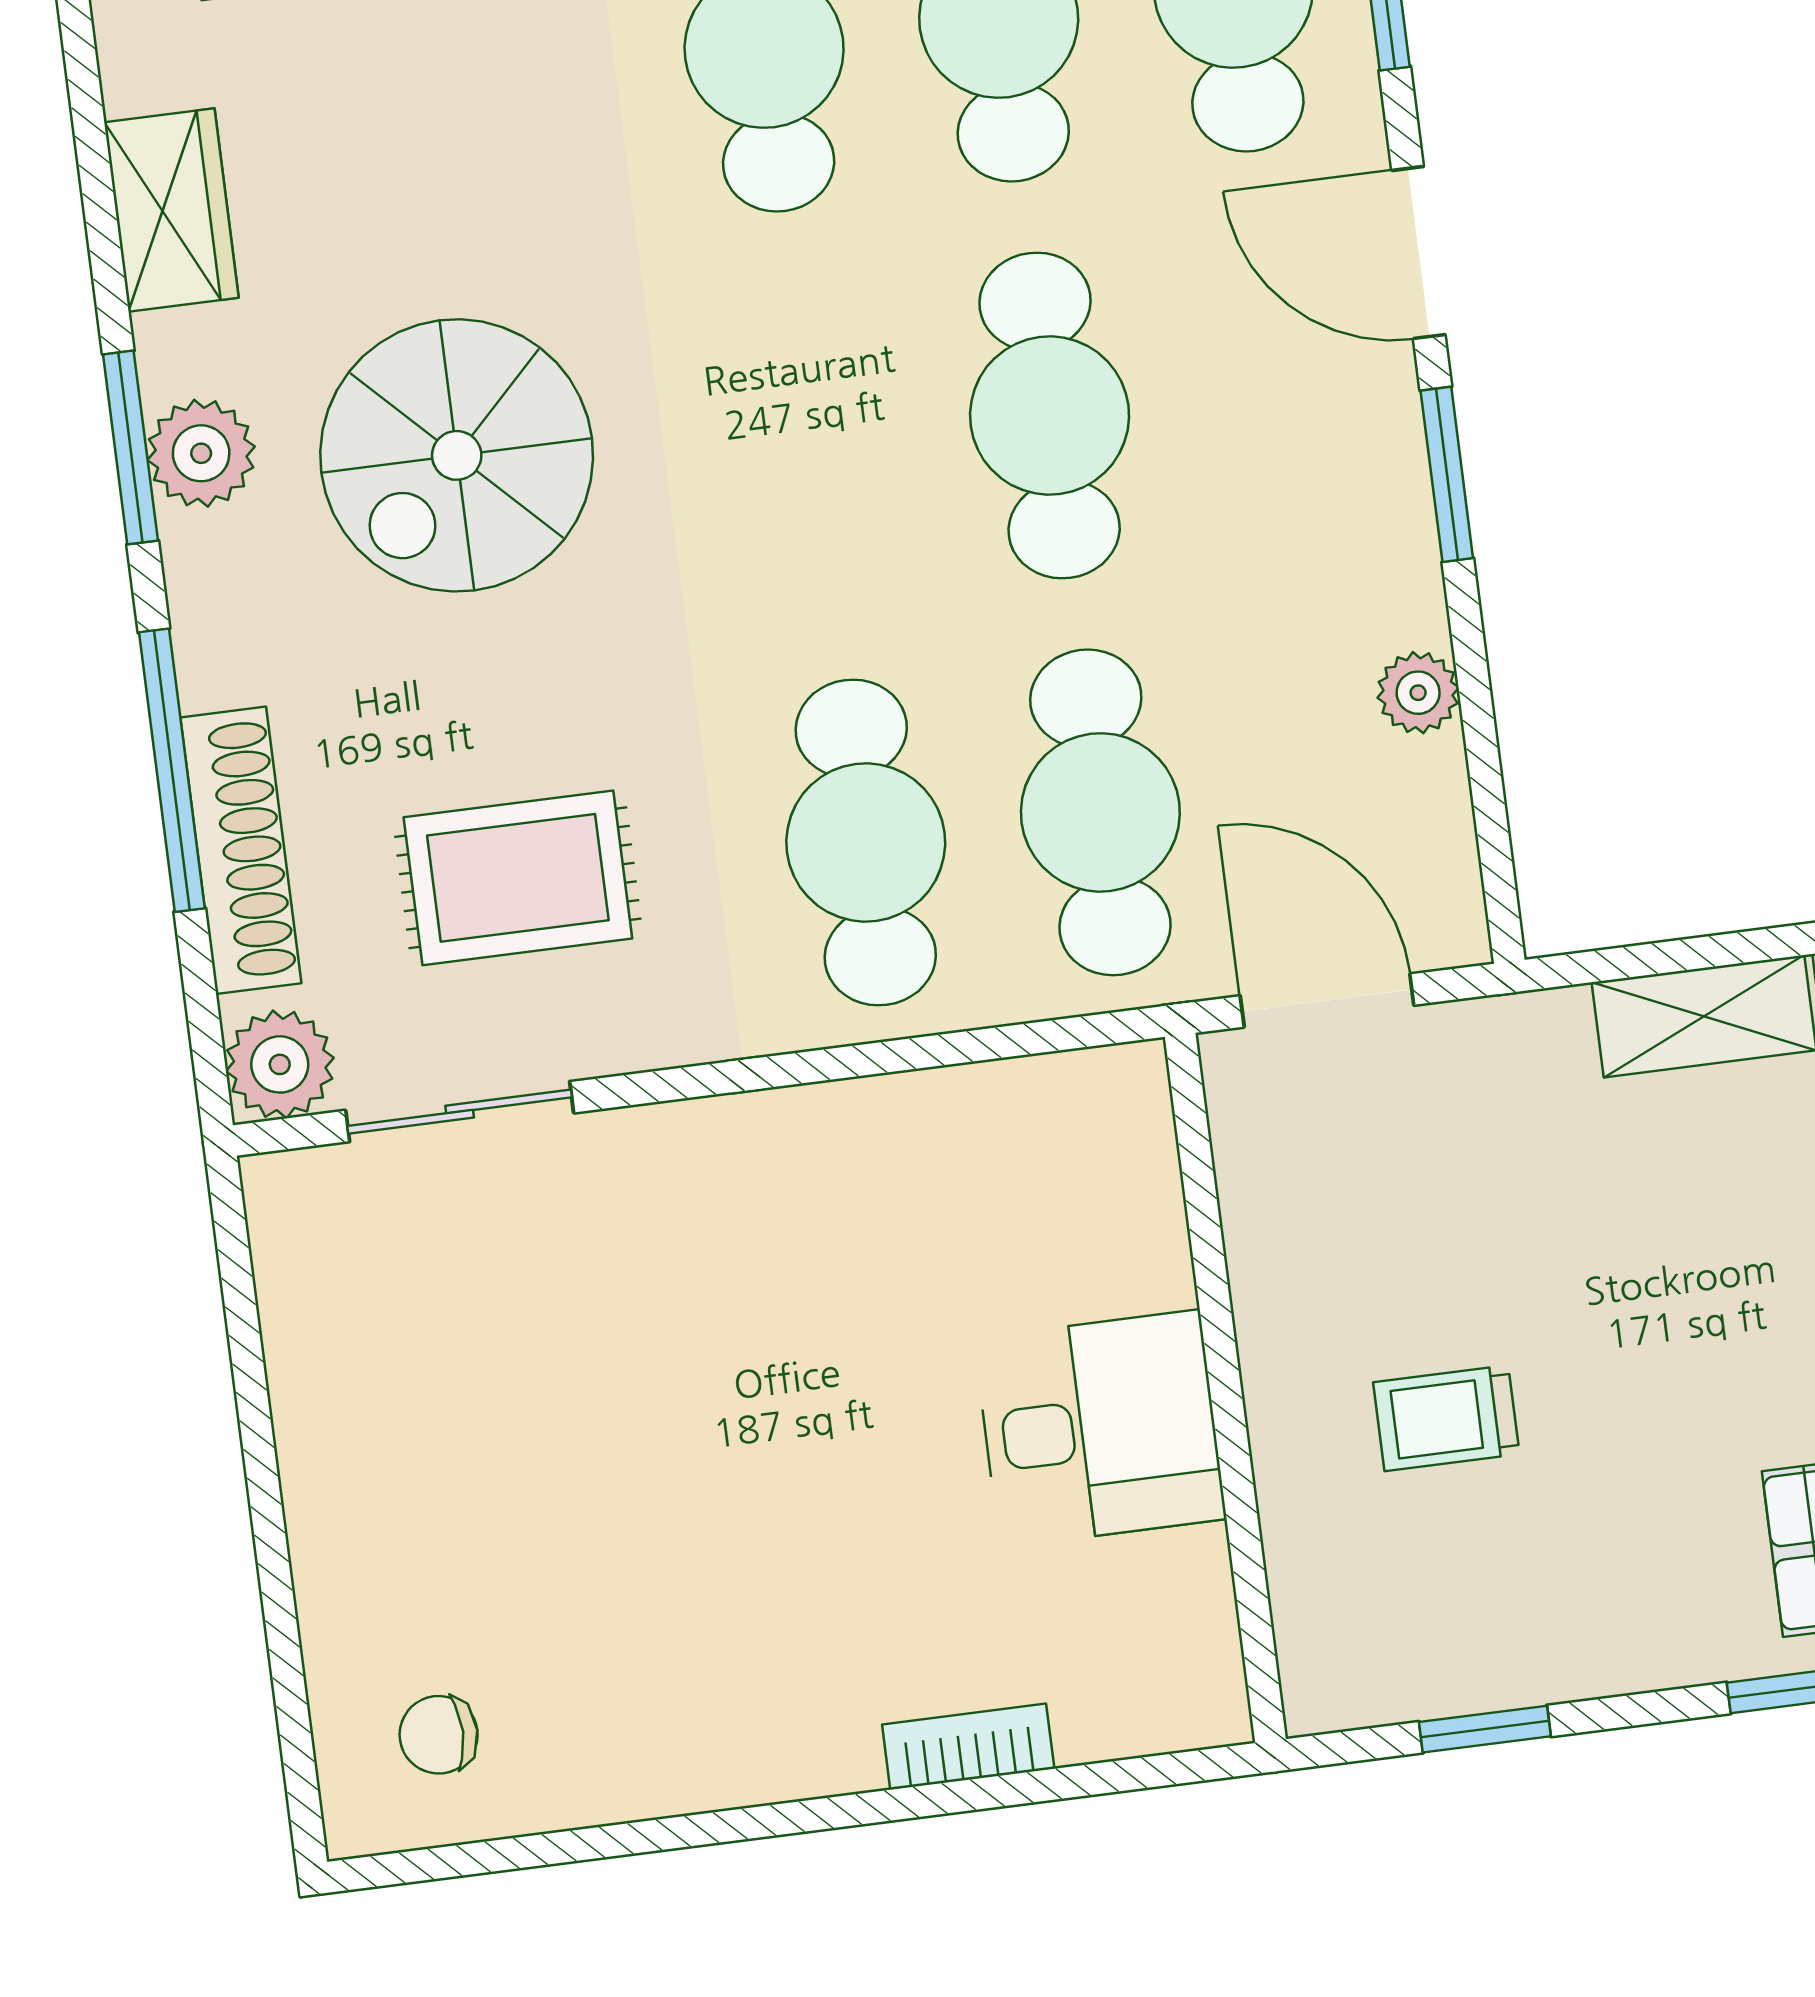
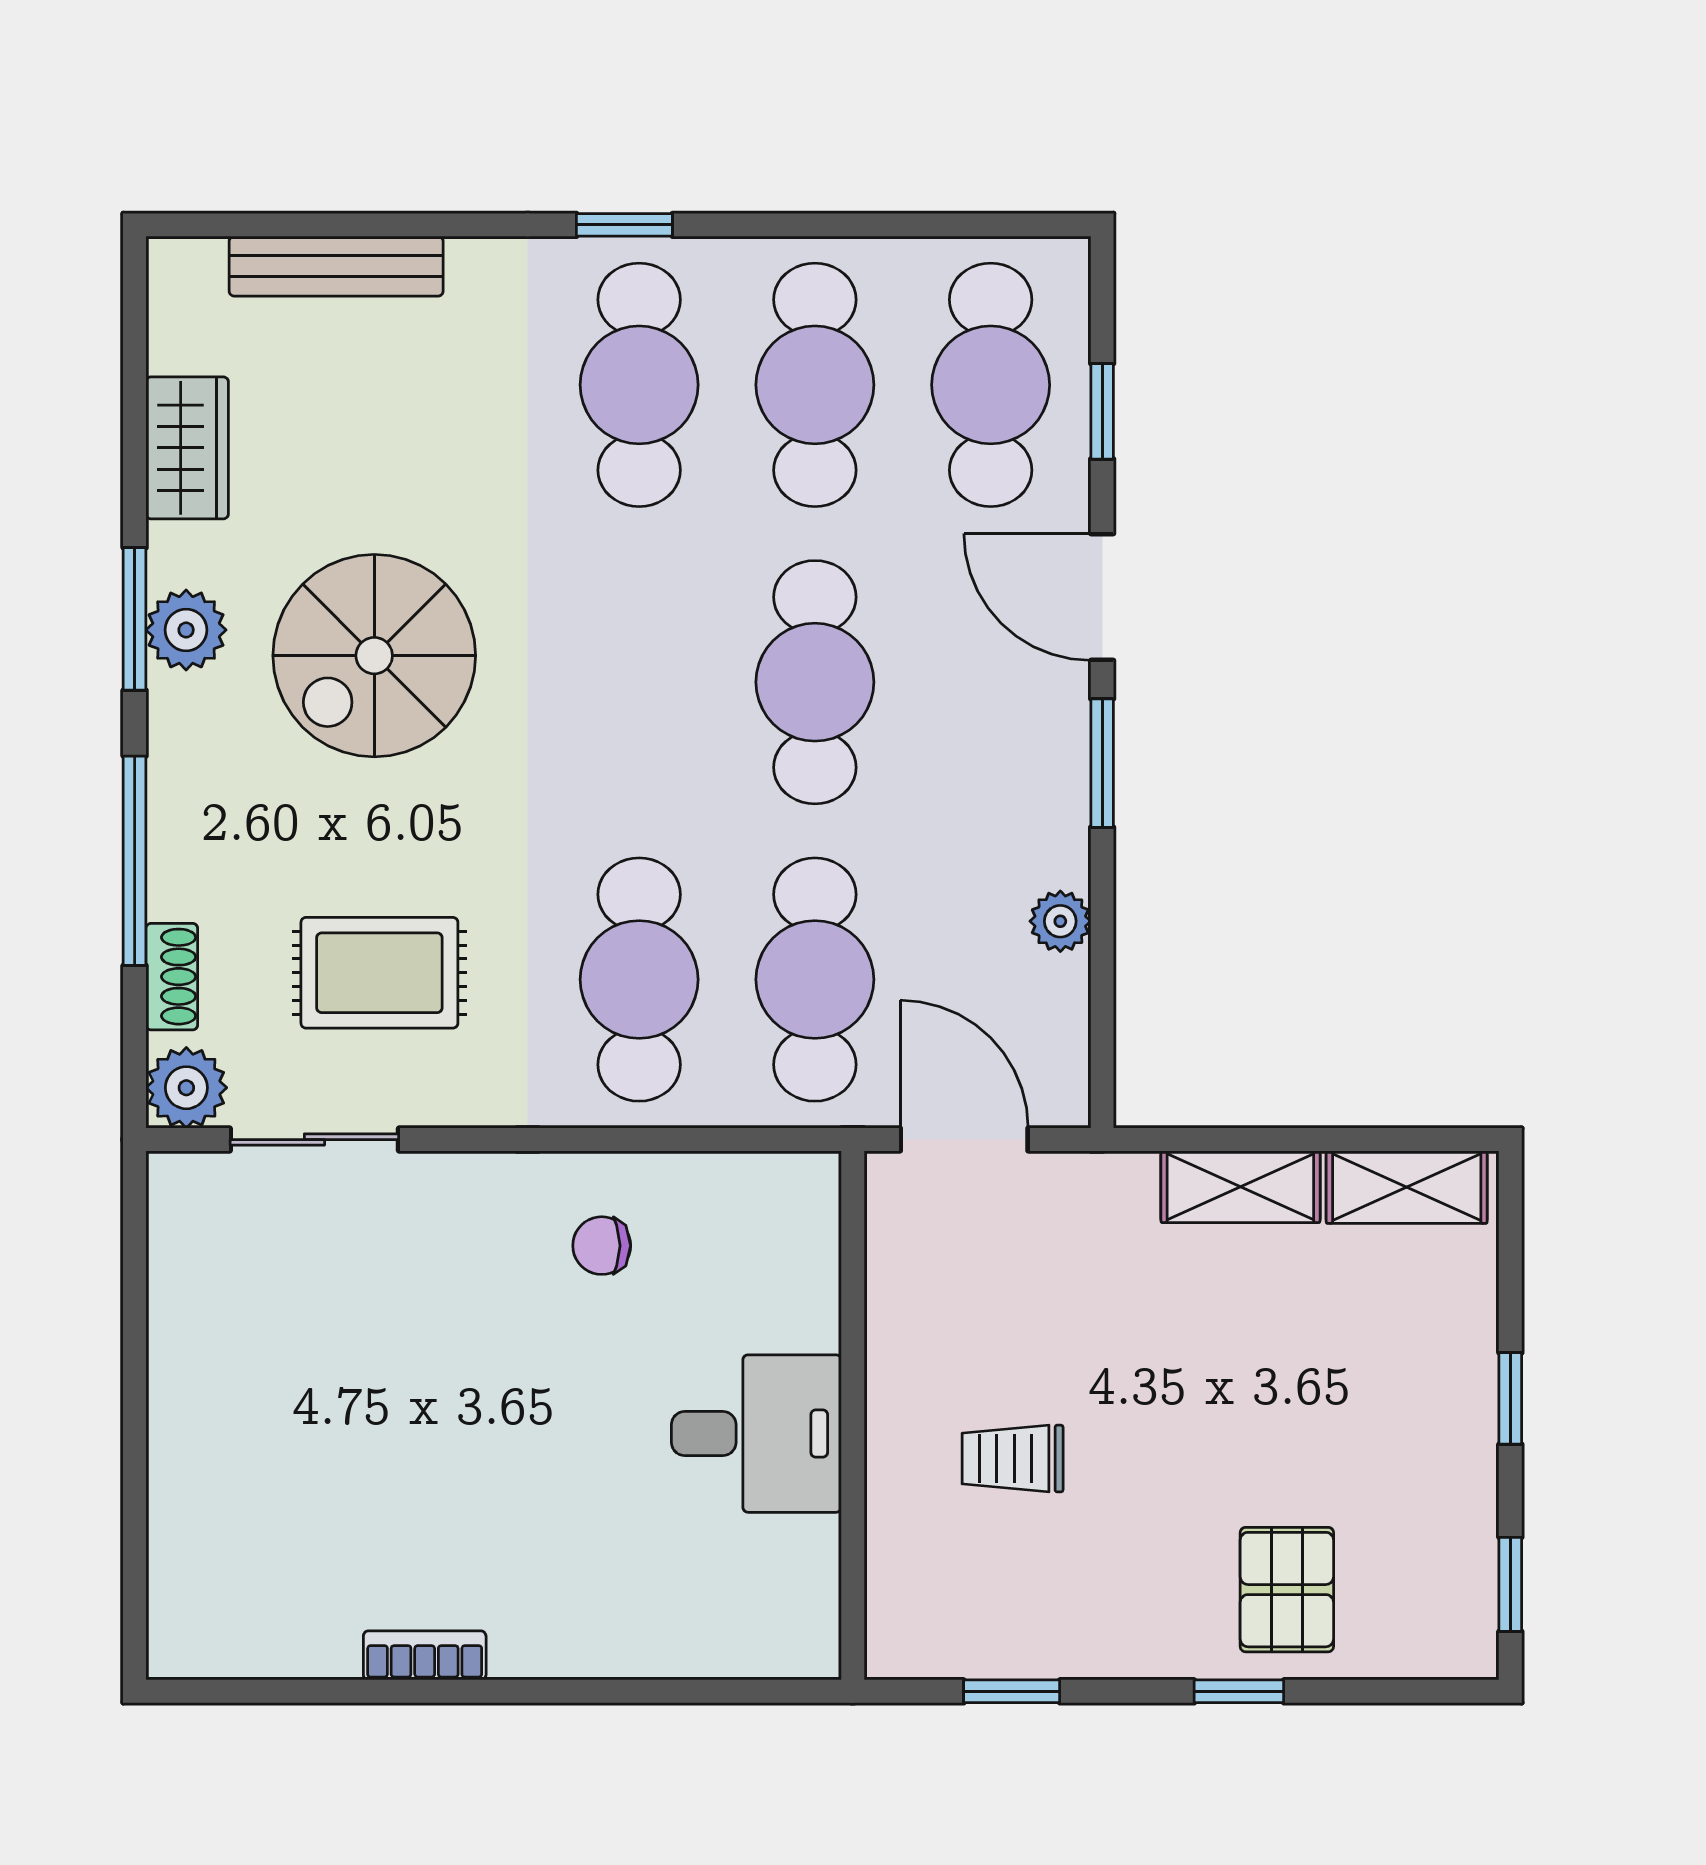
shoe rack: (241, 850) -> (172, 977), width x0.51, depth x0.81
chair: (439, 1735) -> (602, 1246), moved
bookcase: (968, 1747) -> (425, 1655), moved

